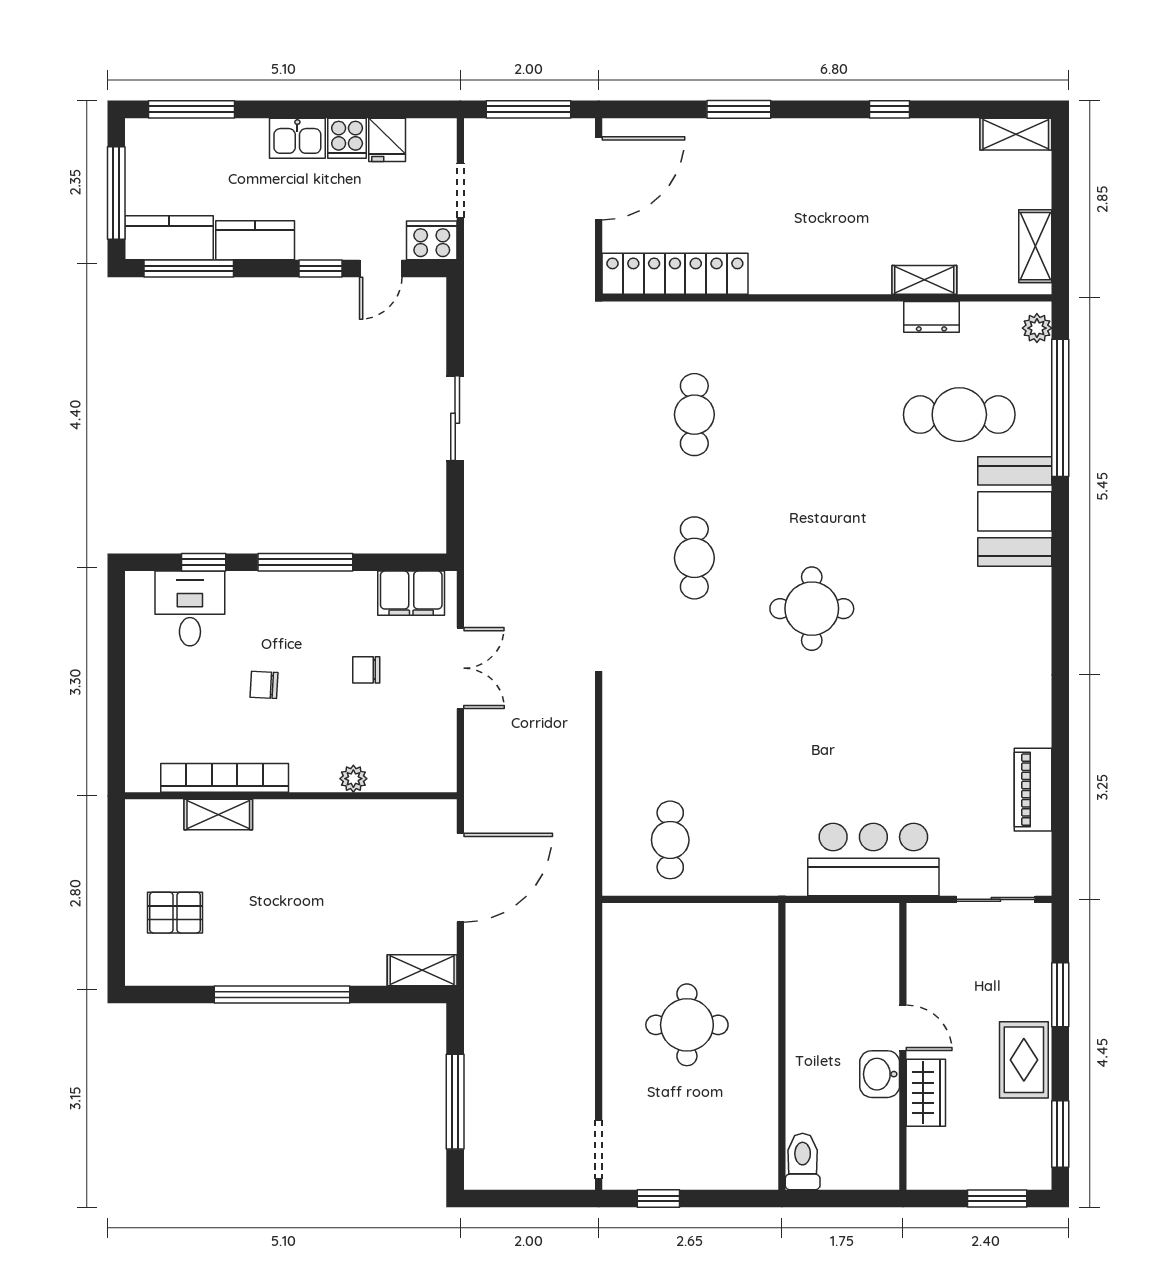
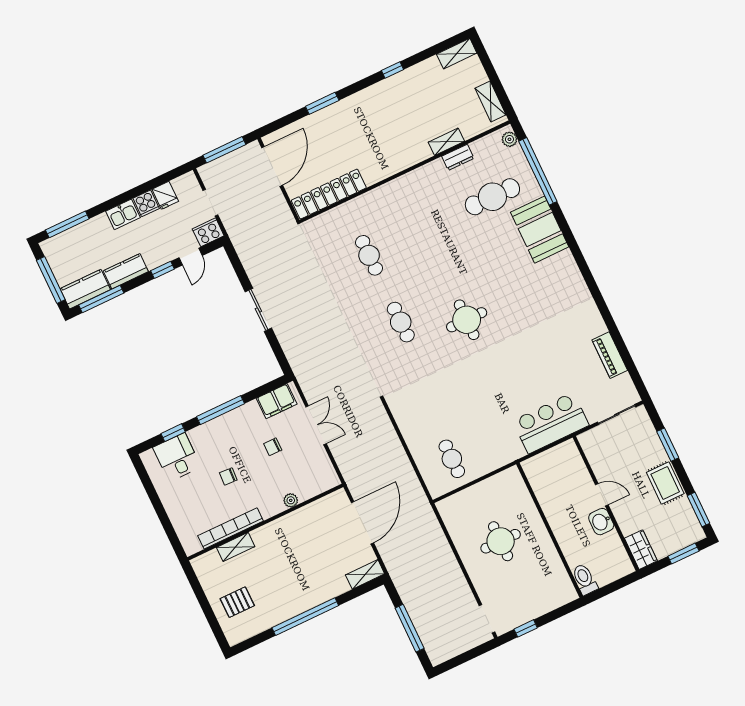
wardrobe: (926, 1093) -> (641, 550), moved

